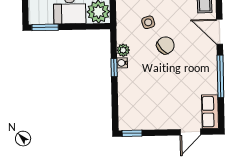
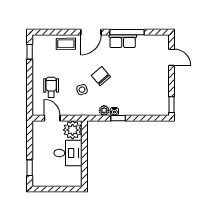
window: (45, 27) -> (84, 173), removed
row of seats: (210, 112) -> (123, 41), moved

